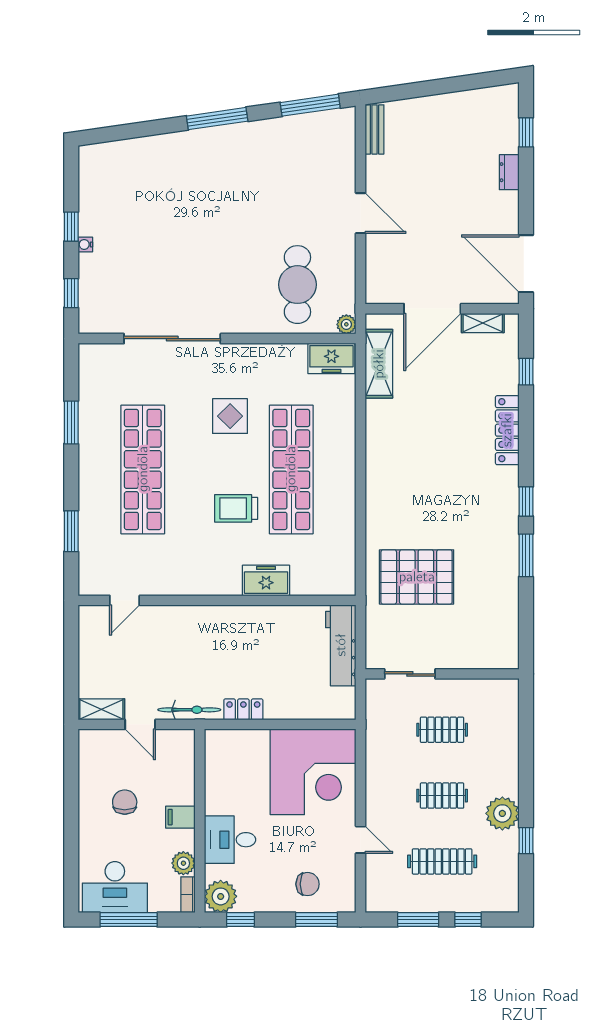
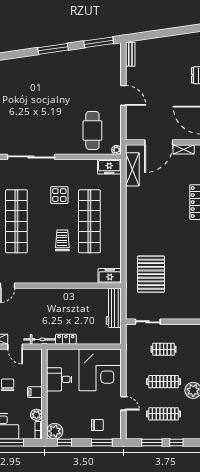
trolley: (236, 508) -> (62, 240), turned 90
pallet: (417, 577) -> (151, 274), turned 90
freezer: (266, 580) -> (110, 276), moved
clothes rail: (442, 796) -> (164, 382), width x1.36
desk: (230, 840) -> (59, 379), moved

